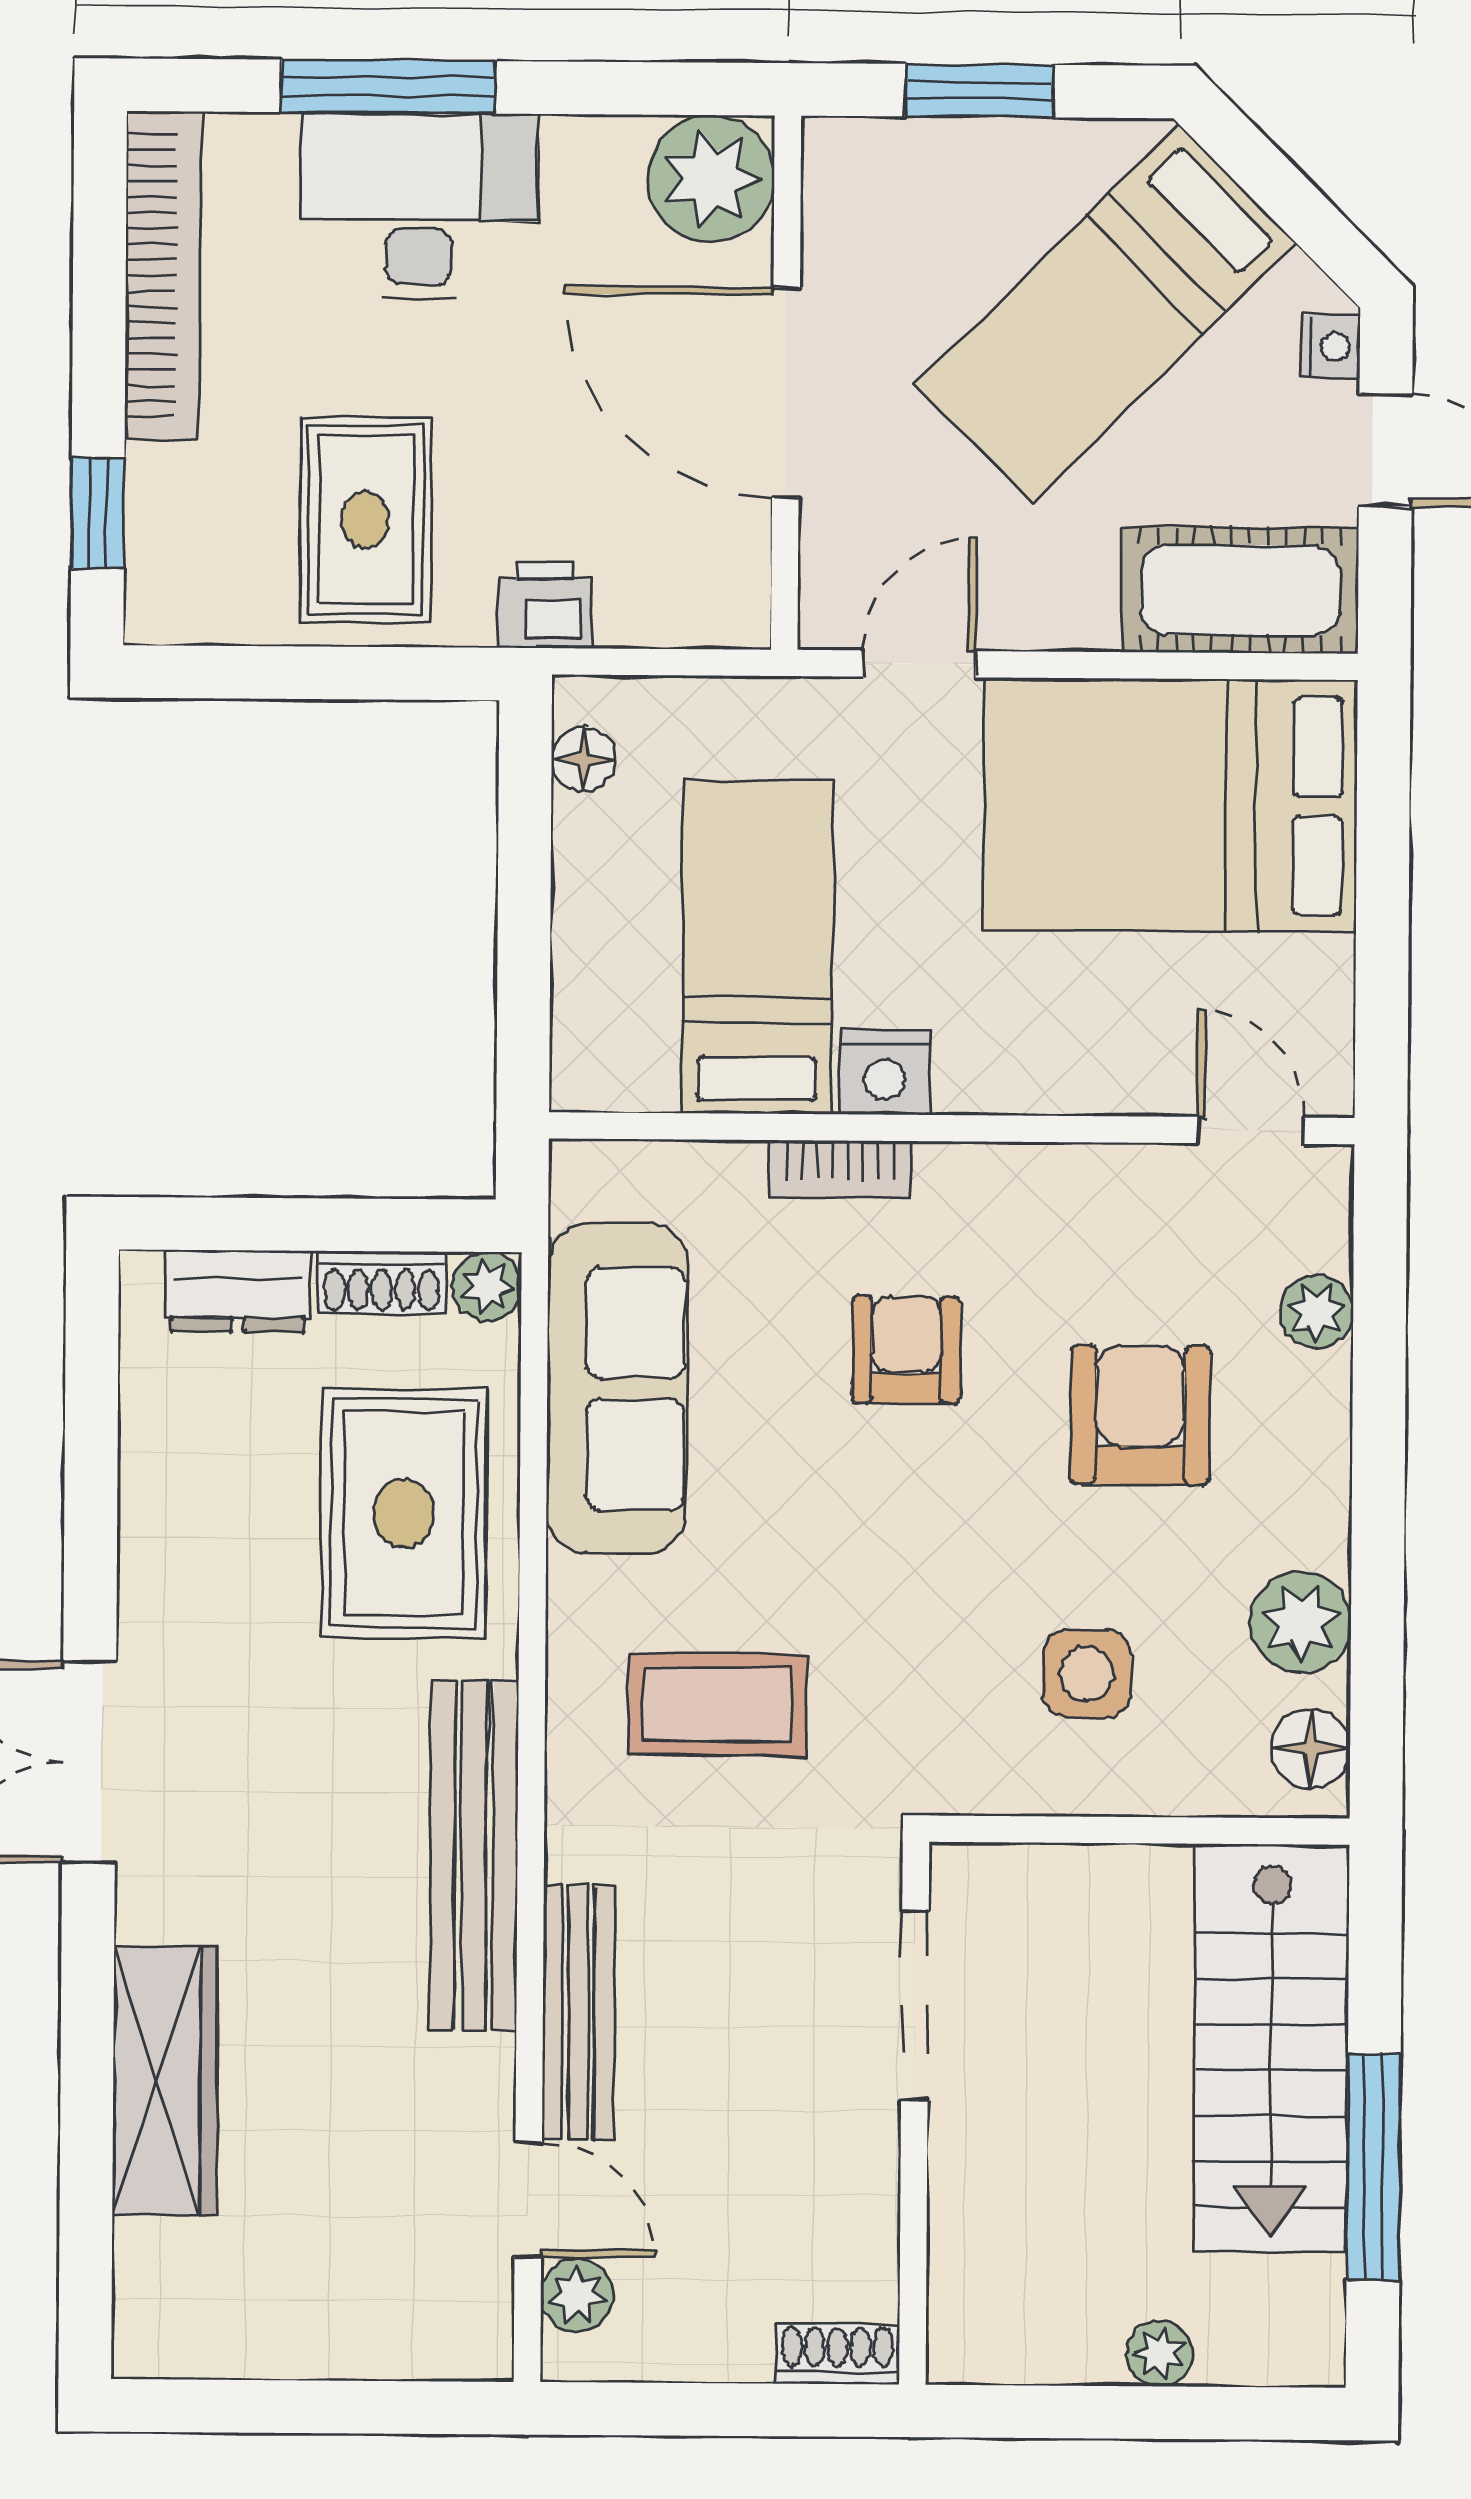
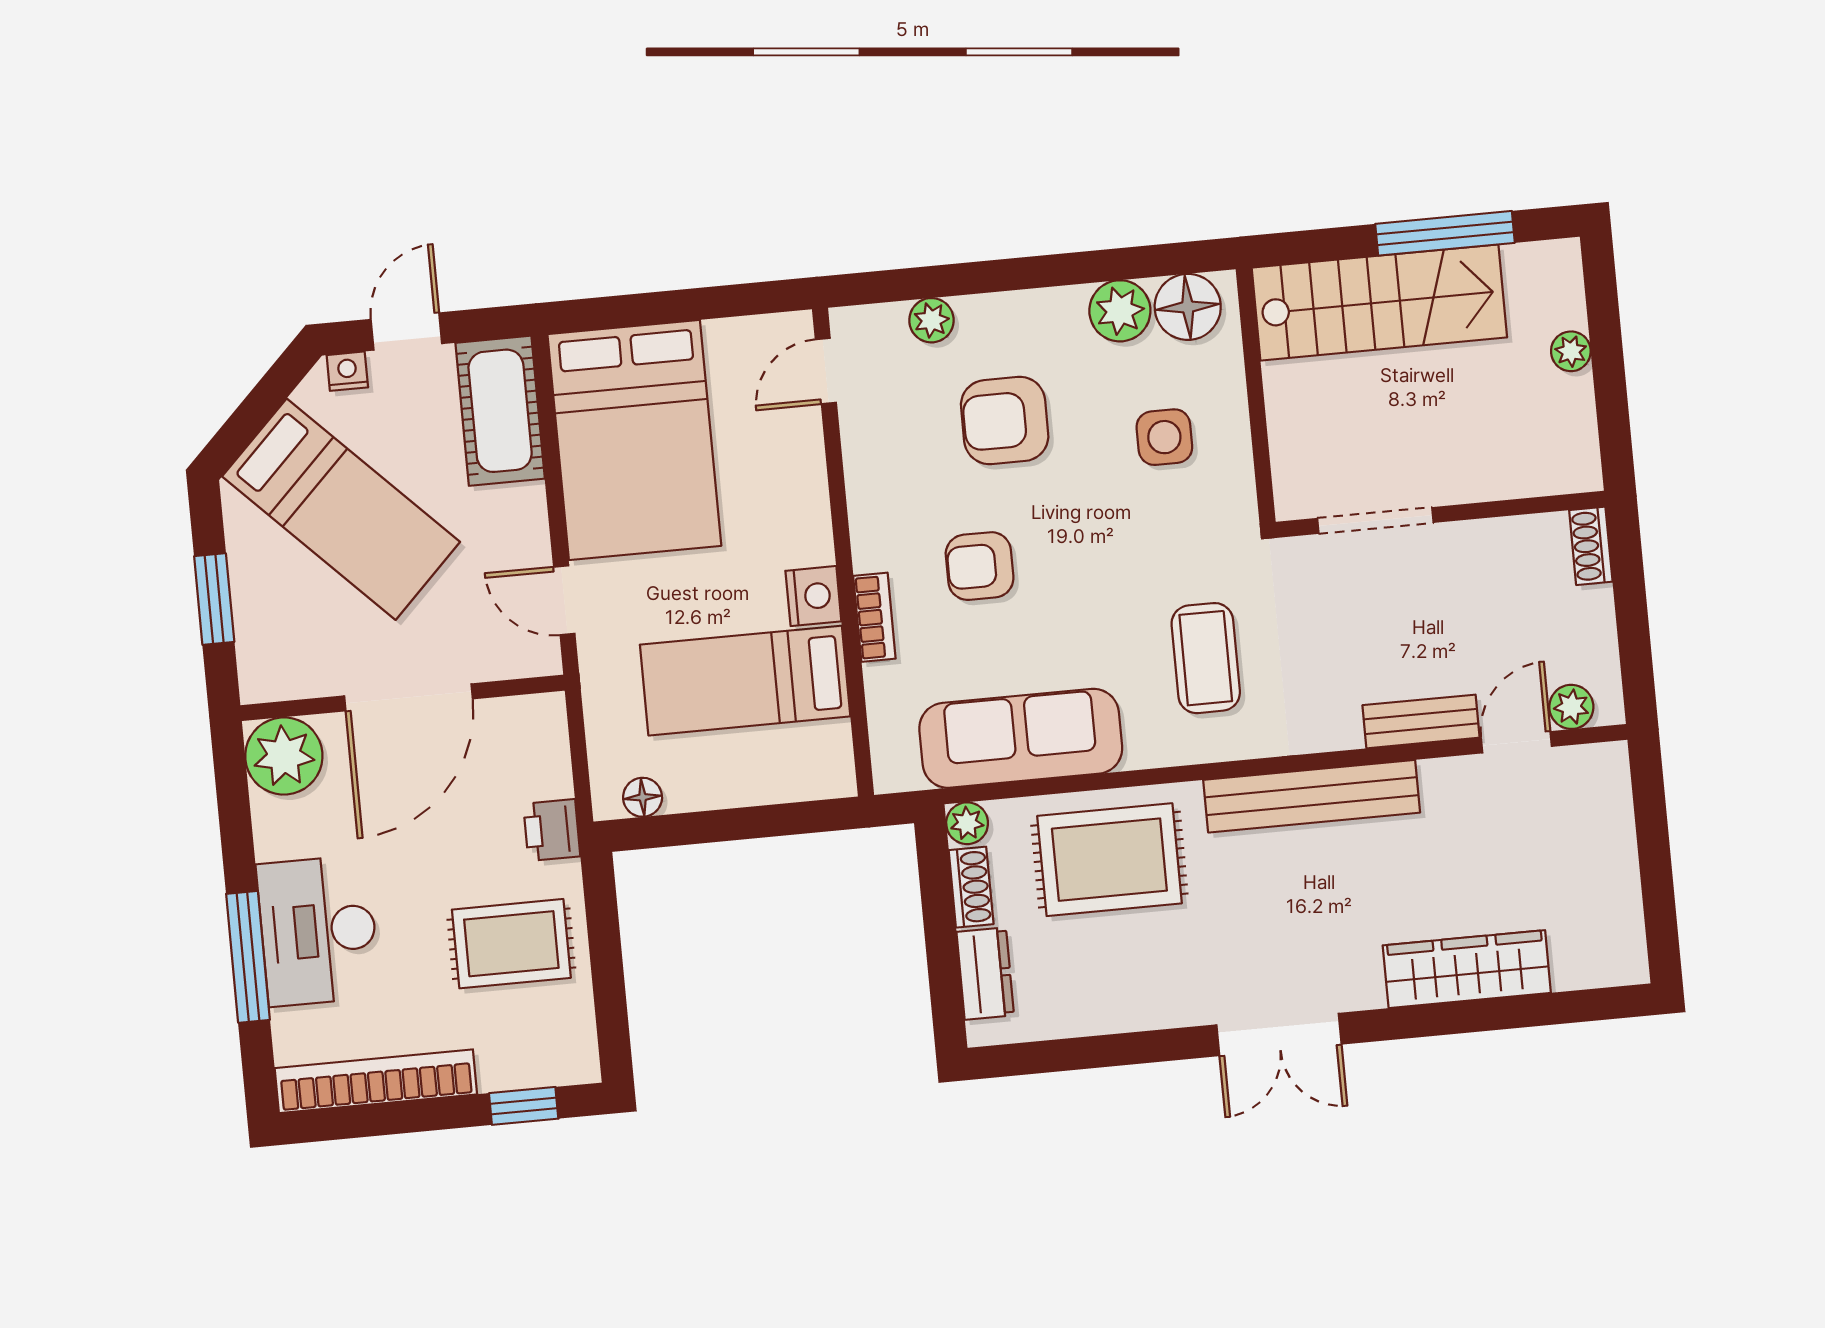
floor lamp: (1311, 1749) -> (1188, 307), width x1.38, depth x1.38
bench: (578, 2013) -> (1421, 721), width x0.73

